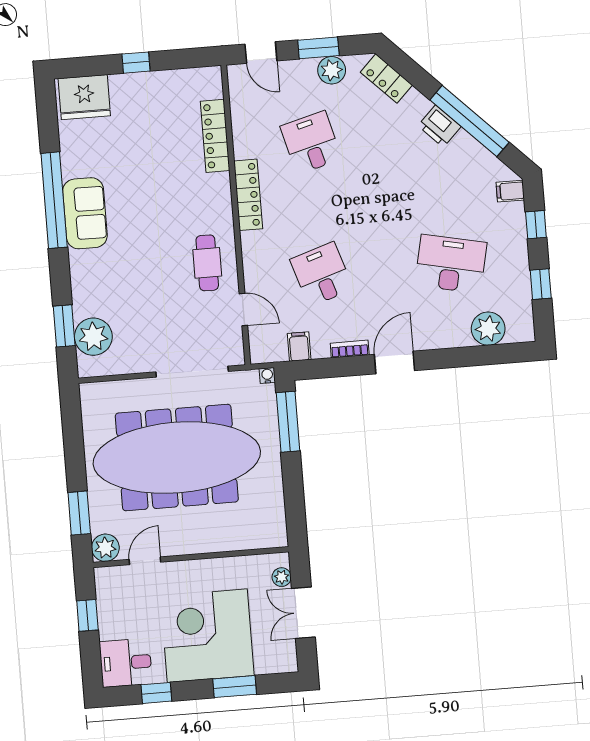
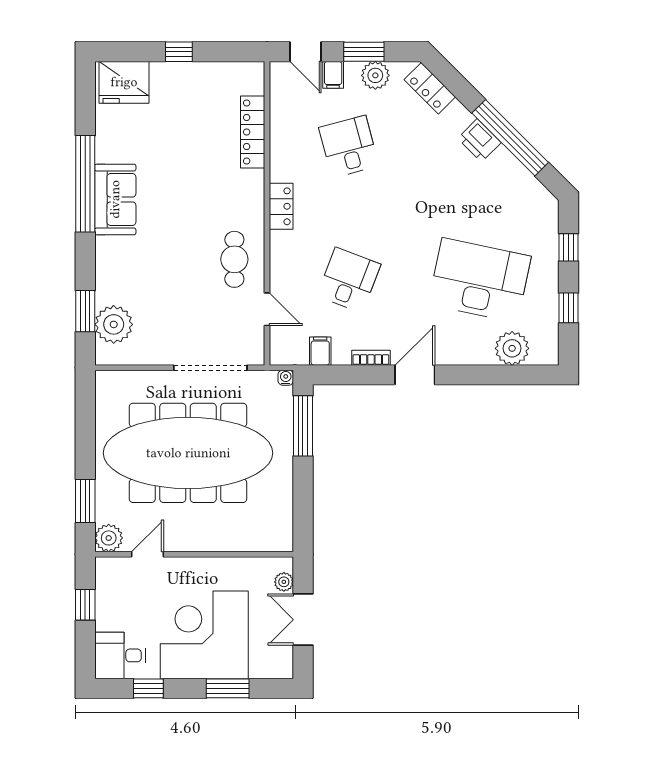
filing cabinet: (510, 191) -> (333, 75), moved, turned -90
locker: (248, 195) -> (281, 206), width x0.66
desk: (451, 264) -> (480, 280), width x1.36, depth x1.30
desk: (322, 274) -> (349, 280), turned 39

